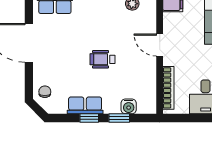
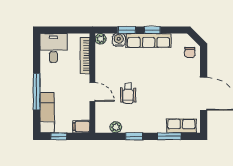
wheelchair: (102, 59) -> (128, 93), moved, turned 90
row of seats: (85, 105) -> (149, 41), width x1.48
plant: (150, 108) -> (101, 39), added

